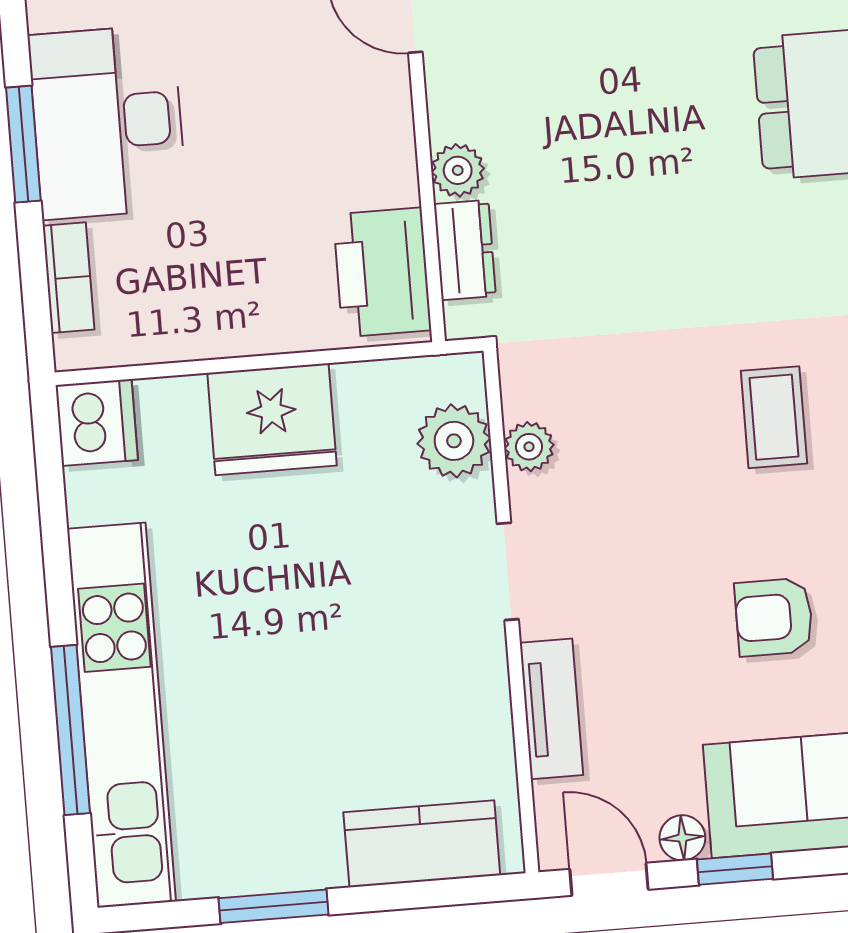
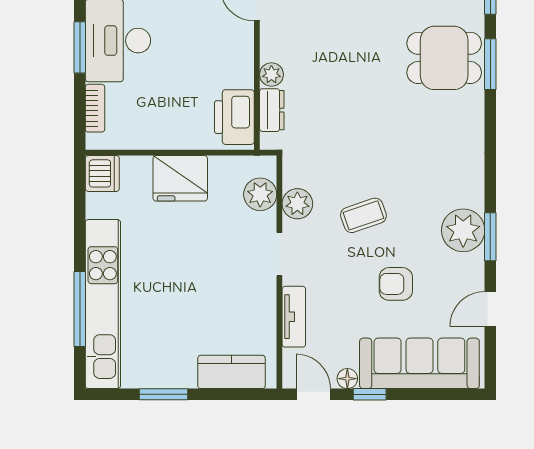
coffee table: (774, 417) -> (363, 215), moved, turned 71
plant: (529, 447) -> (297, 204), width x1.38, depth x1.38

